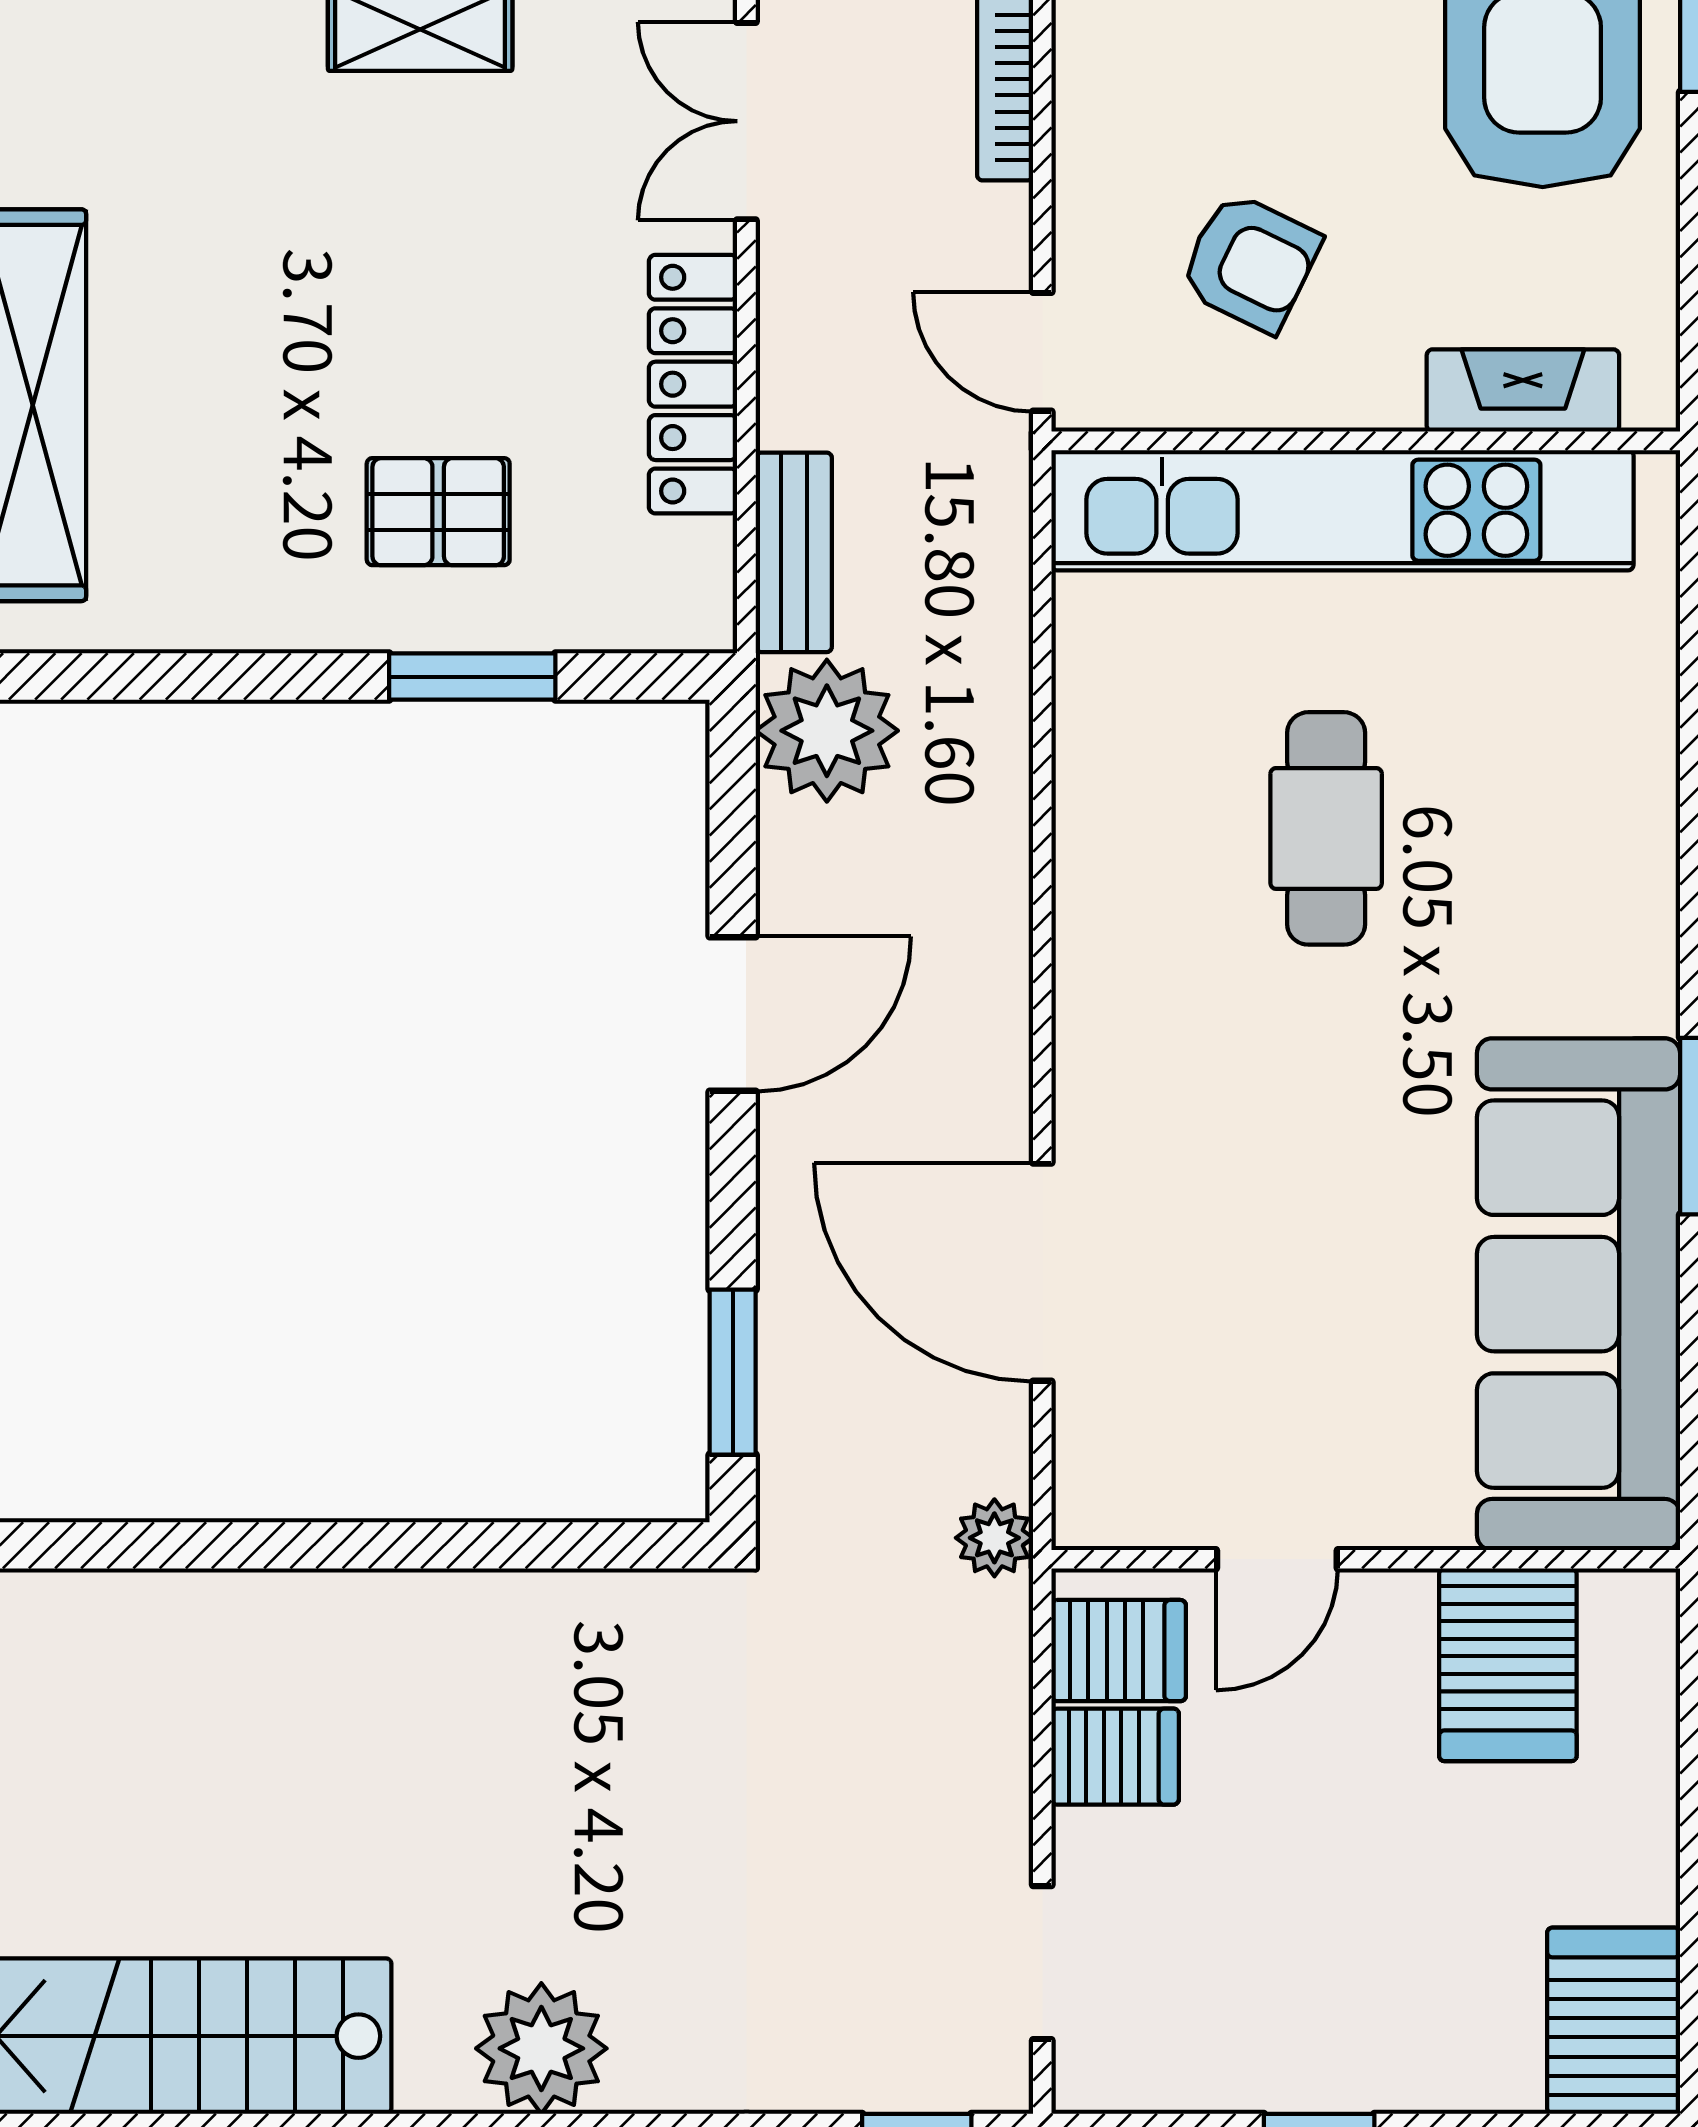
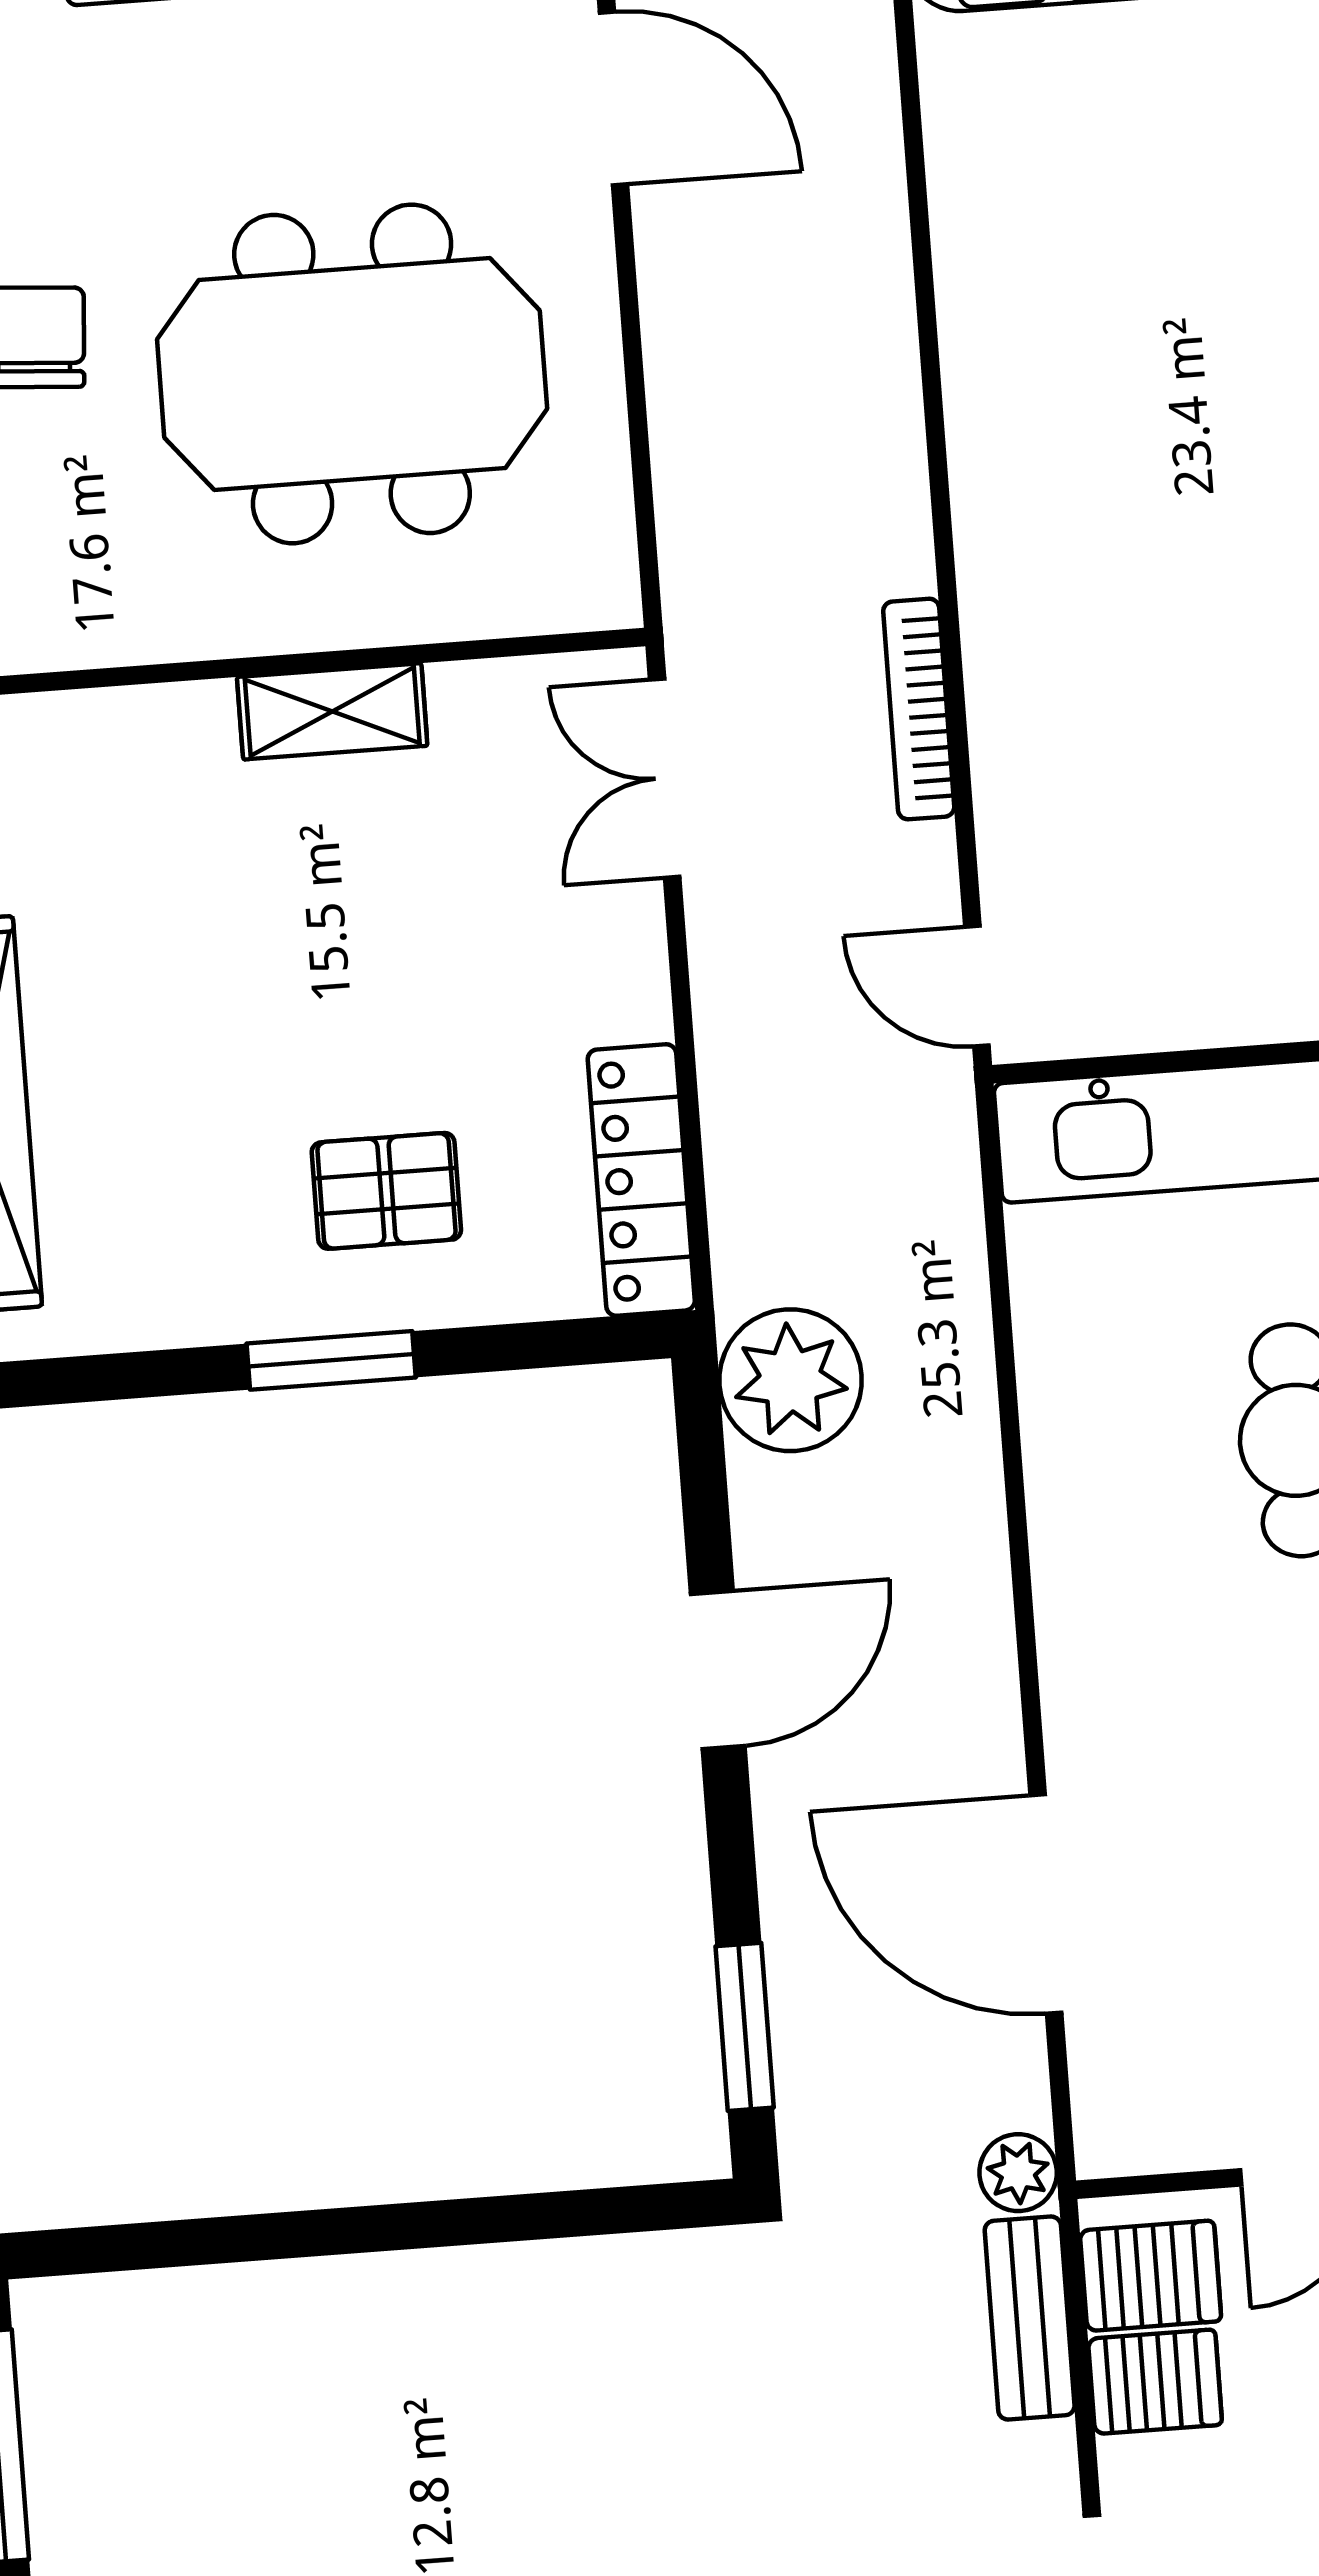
armchair: (1250, 262) -> (1177, 881), removed
locker: (693, 384) -> (641, 1180), moved
bench: (794, 552) -> (1030, 2318), moved
window: (472, 677) -> (331, 1360), moved

